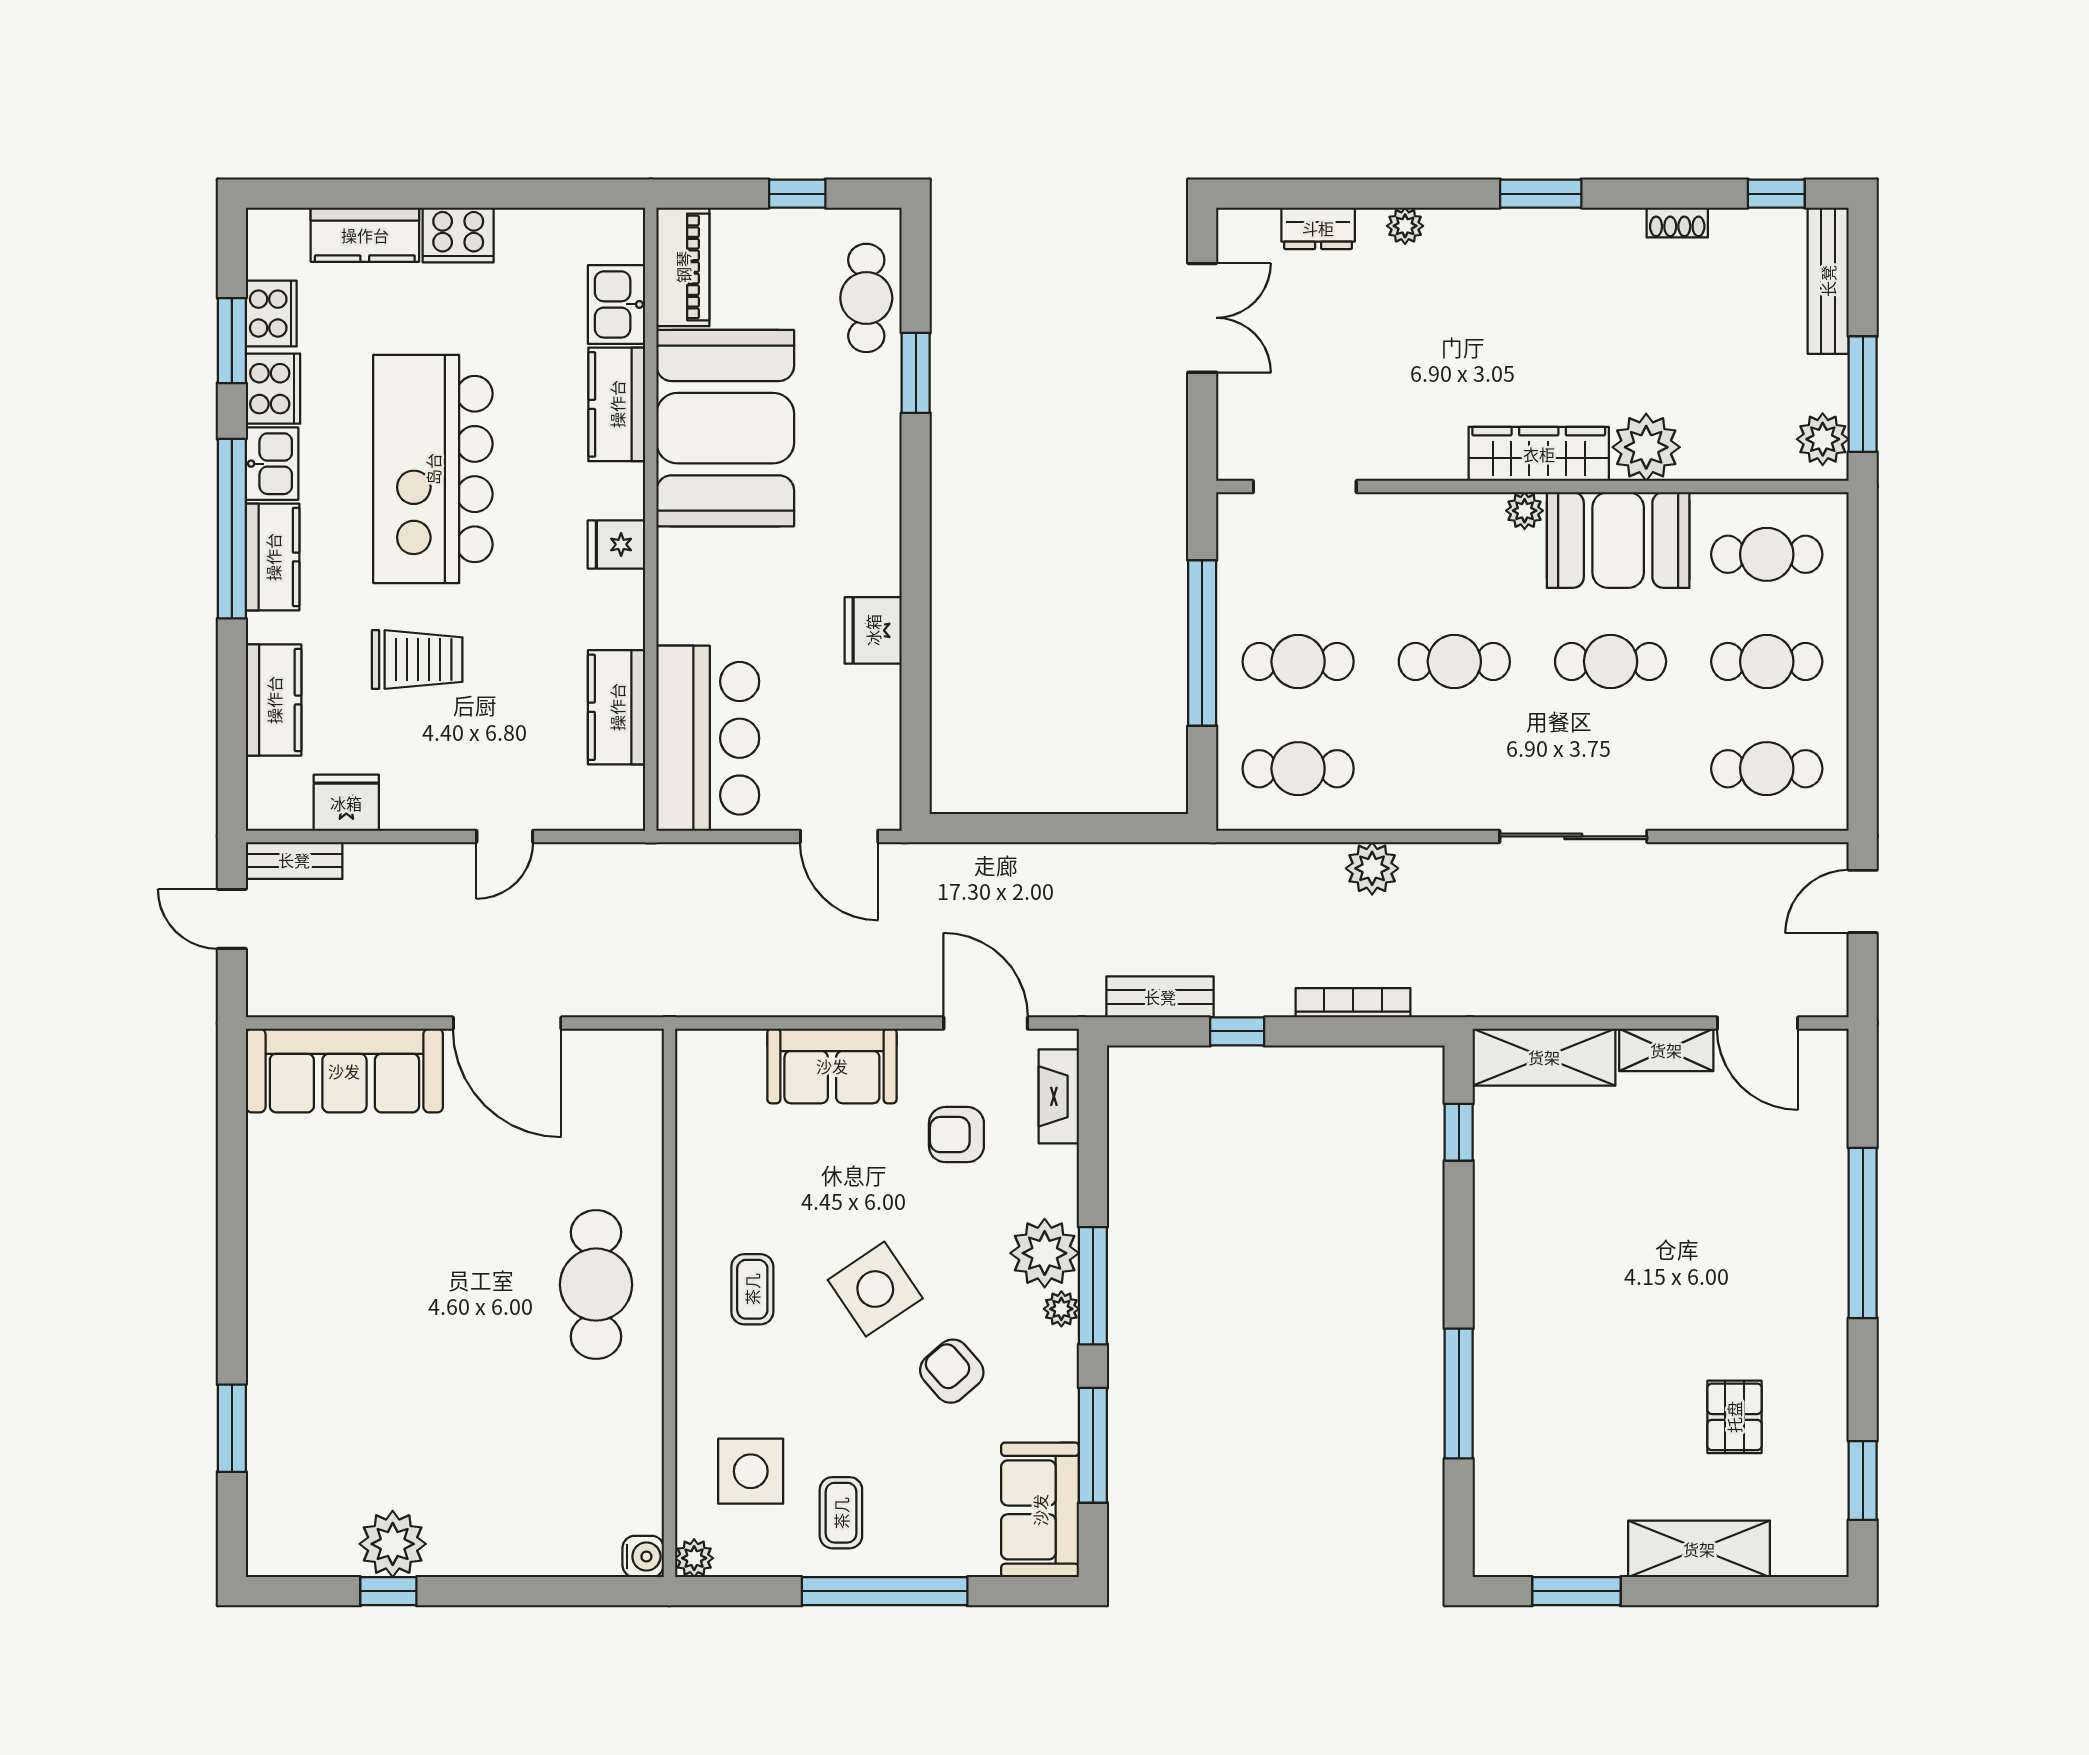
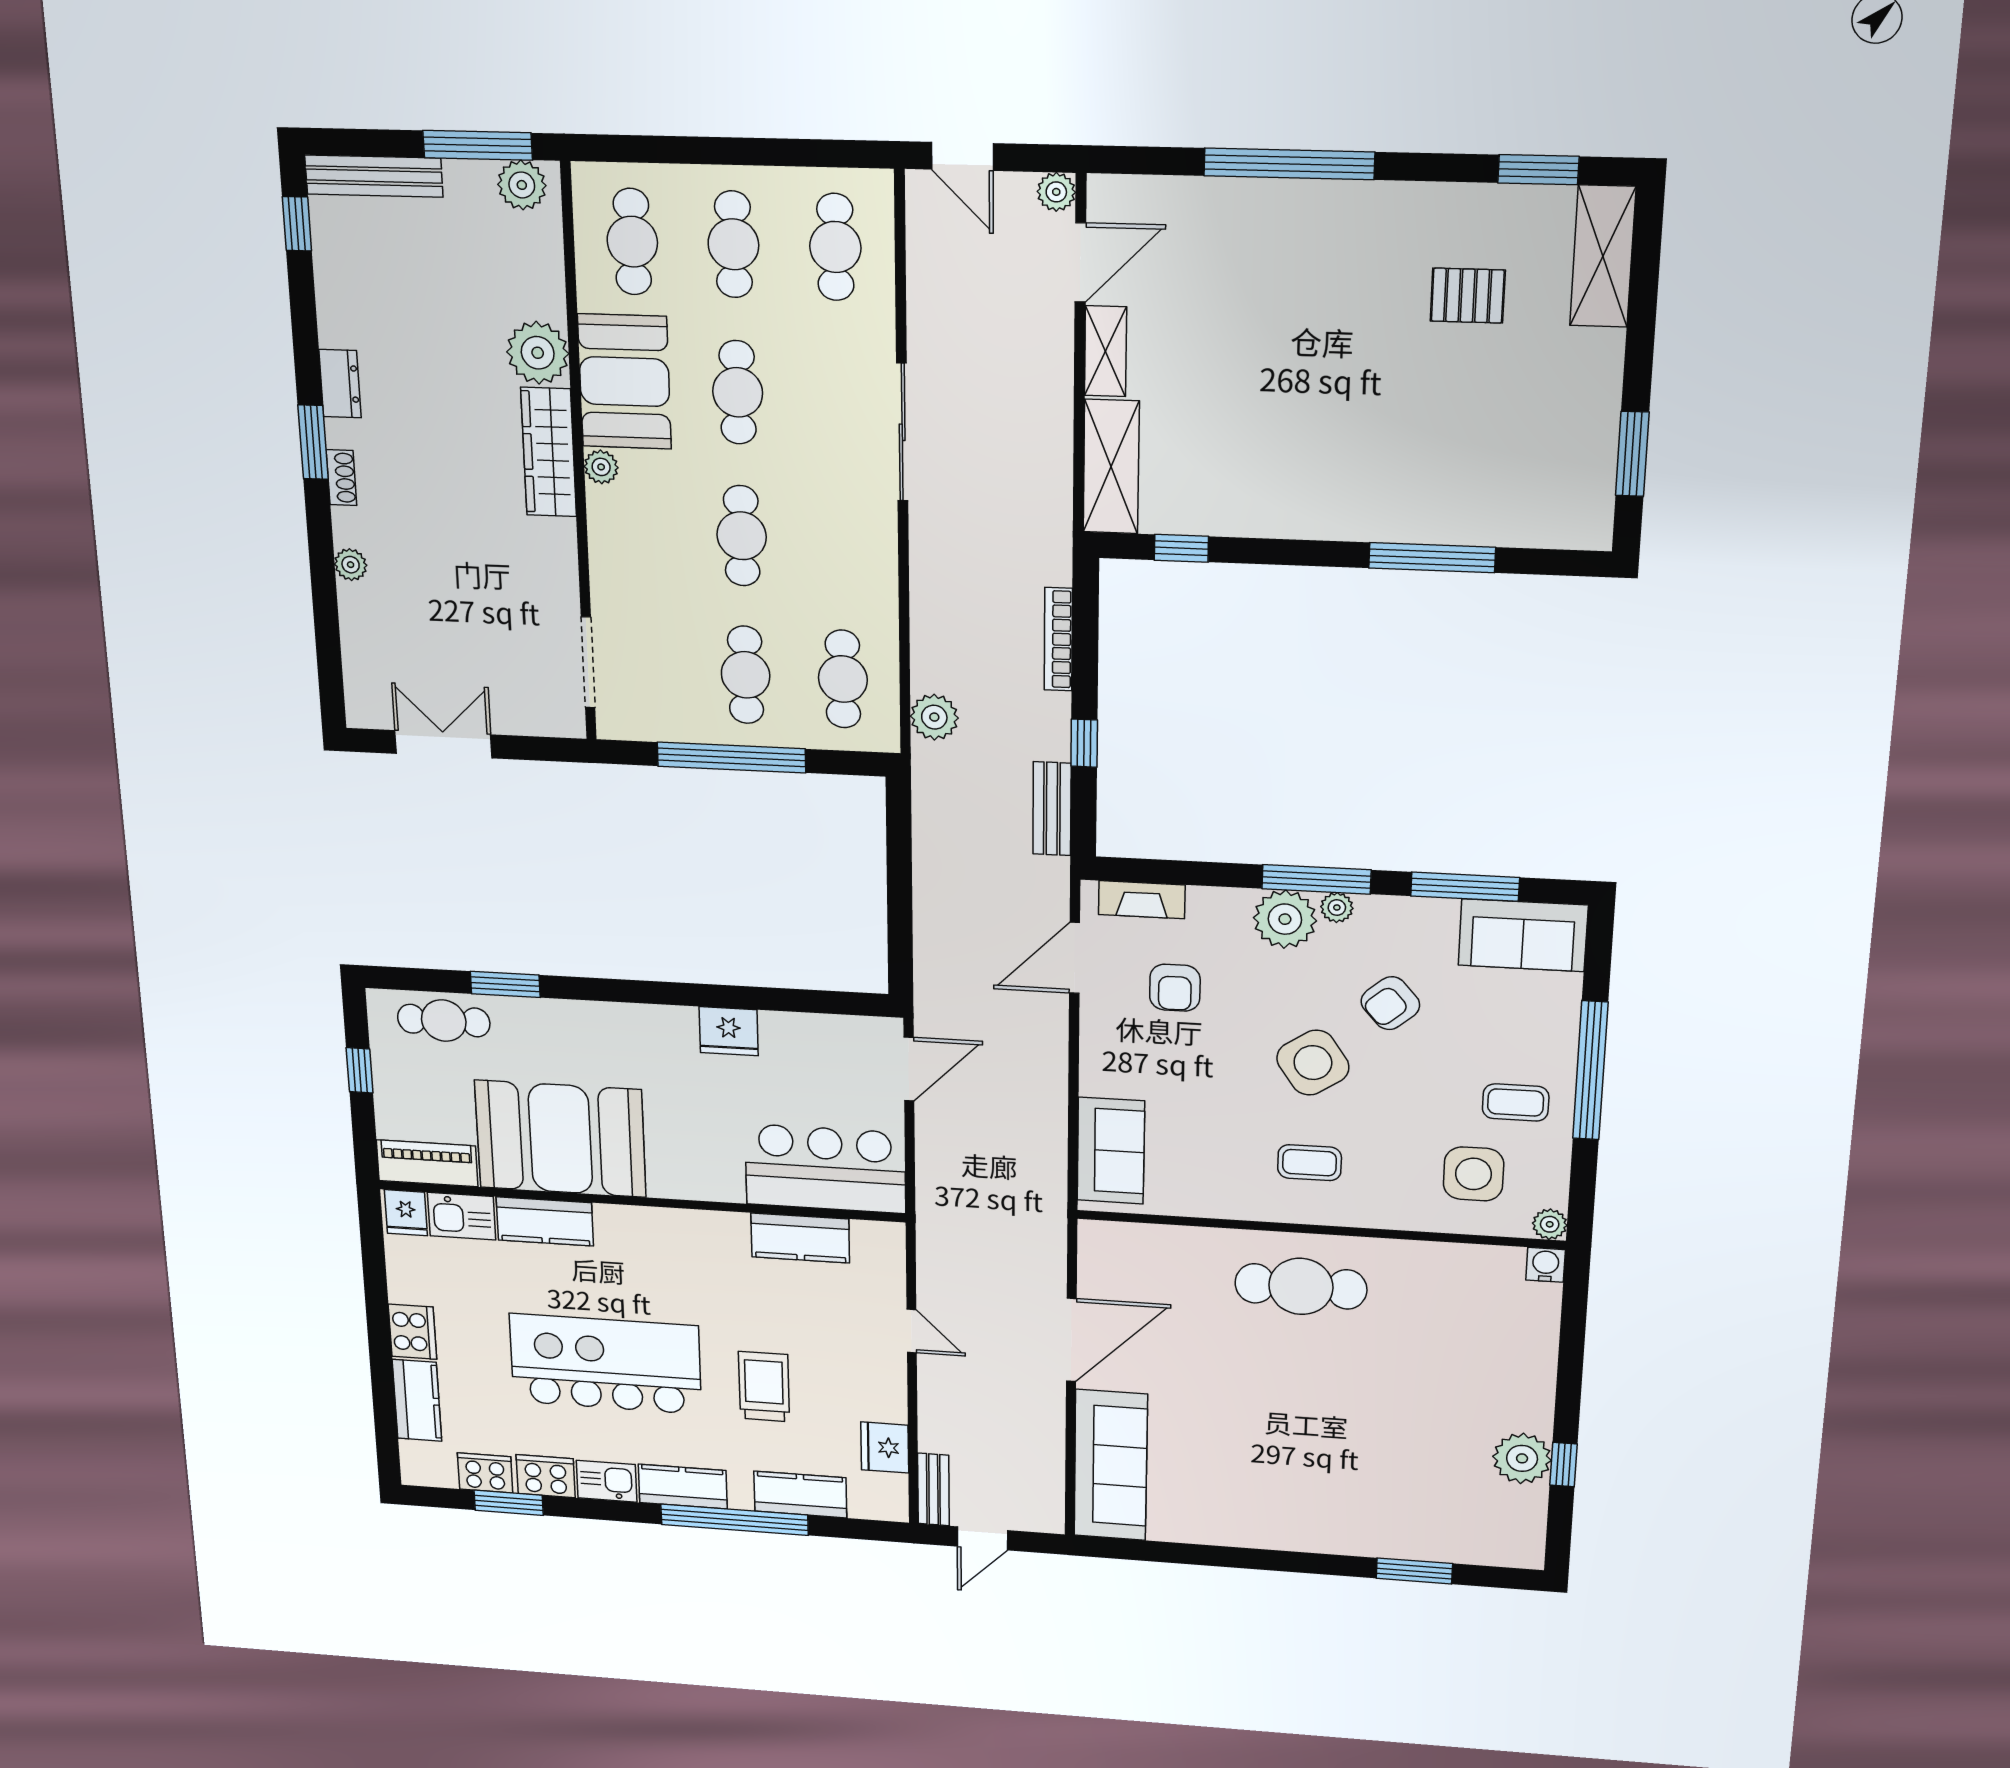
shoe rack: (1677, 223) -> (341, 478), moved
dresser: (1318, 228) -> (340, 384), moved
kitchen island: (433, 469) -> (605, 1364), turned 180
window: (232, 529) -> (734, 1520), moved
fridge: (616, 544) -> (406, 1213), moved
plant: (1372, 868) -> (934, 717), moved
plant: (1829, 998) -> (1056, 192), added
sofa: (832, 1066) -> (1111, 1151), moved
shelving: (1699, 1549) -> (1603, 256), moved

